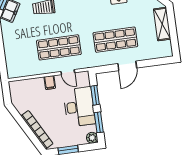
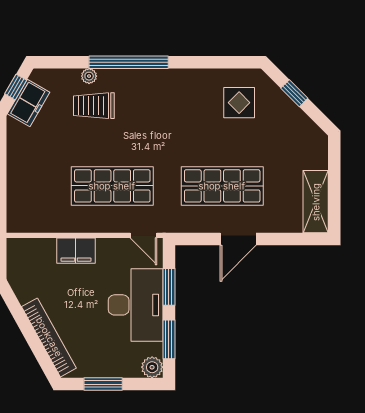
shelving: (162, 24) -> (316, 202), moved
door: (68, 72) -> (144, 235), moved
filing cabinet: (50, 83) -> (76, 251), width x2.00

